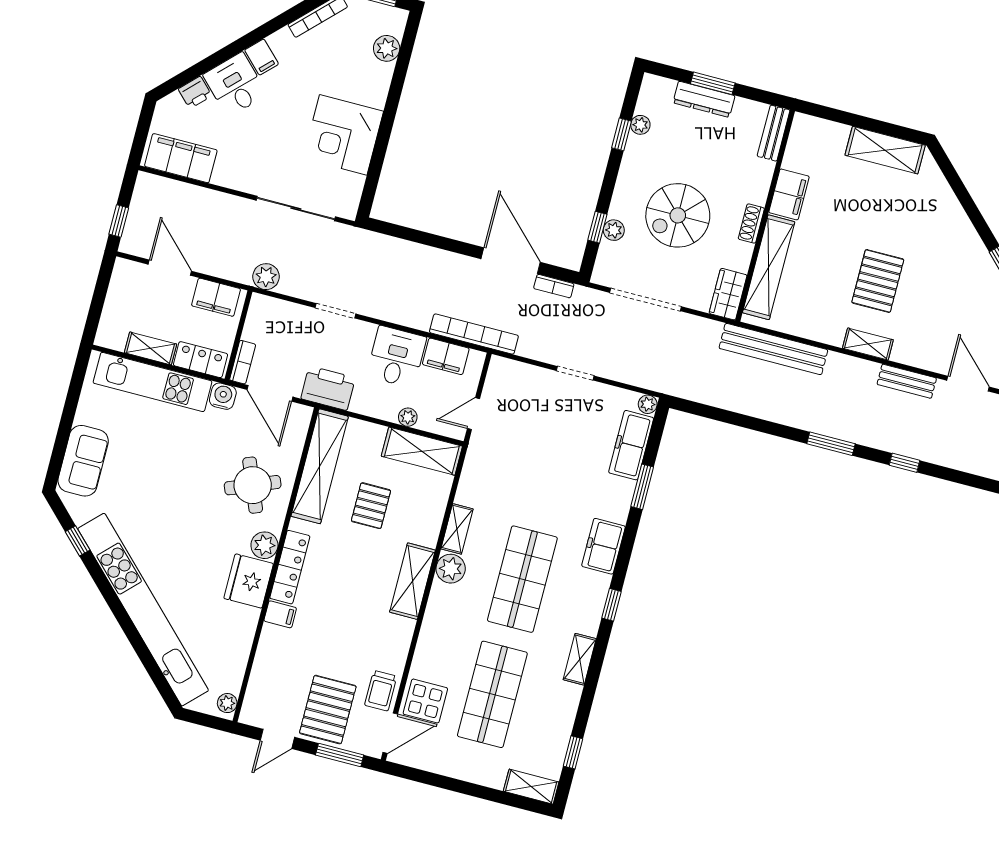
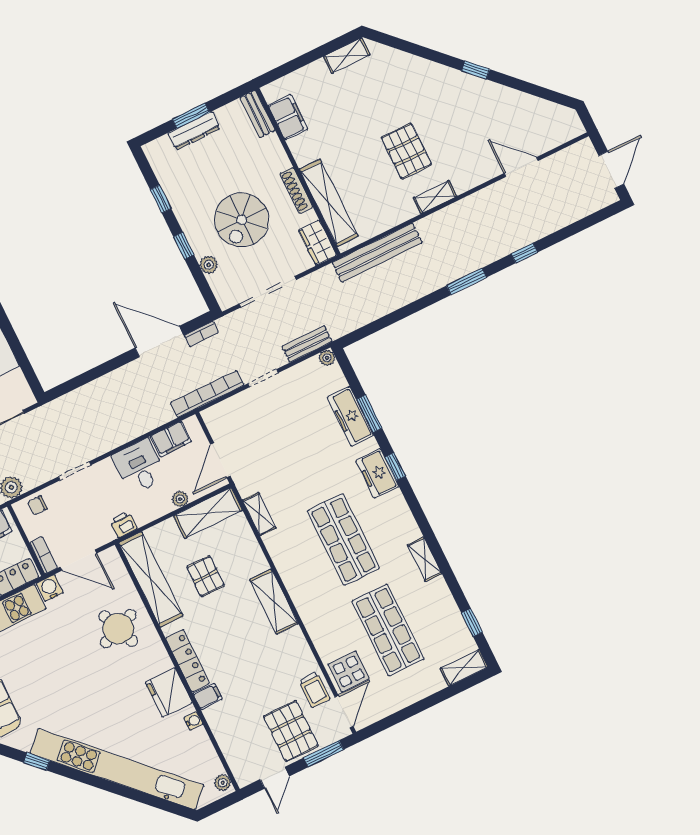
plant: (640, 125) -> (167, 182), removed
shelving: (885, 150) -> (347, 56), width x0.67, depth x0.75
filing cabinet: (789, 194) -> (288, 117), moved
shoe rack: (751, 224) -> (296, 190), width x1.43
window: (597, 227) -> (184, 246), moved
chair: (275, 313) -> (37, 506), added
bookcase: (474, 334) -> (207, 394), moved
bench: (907, 381) -> (307, 344), moved
printer: (328, 388) -> (123, 525), width x0.53, depth x0.68
door: (473, 414) -> (220, 460), width x1.38
freezer: (631, 445) -> (350, 416), moved
shelving: (457, 529) -> (259, 514), moved
plant: (264, 545) -> (159, 661), removed
plant: (451, 569) -> (292, 572), removed
window: (611, 605) -> (395, 467), moved
water cooler: (249, 626) -> (193, 721), added

